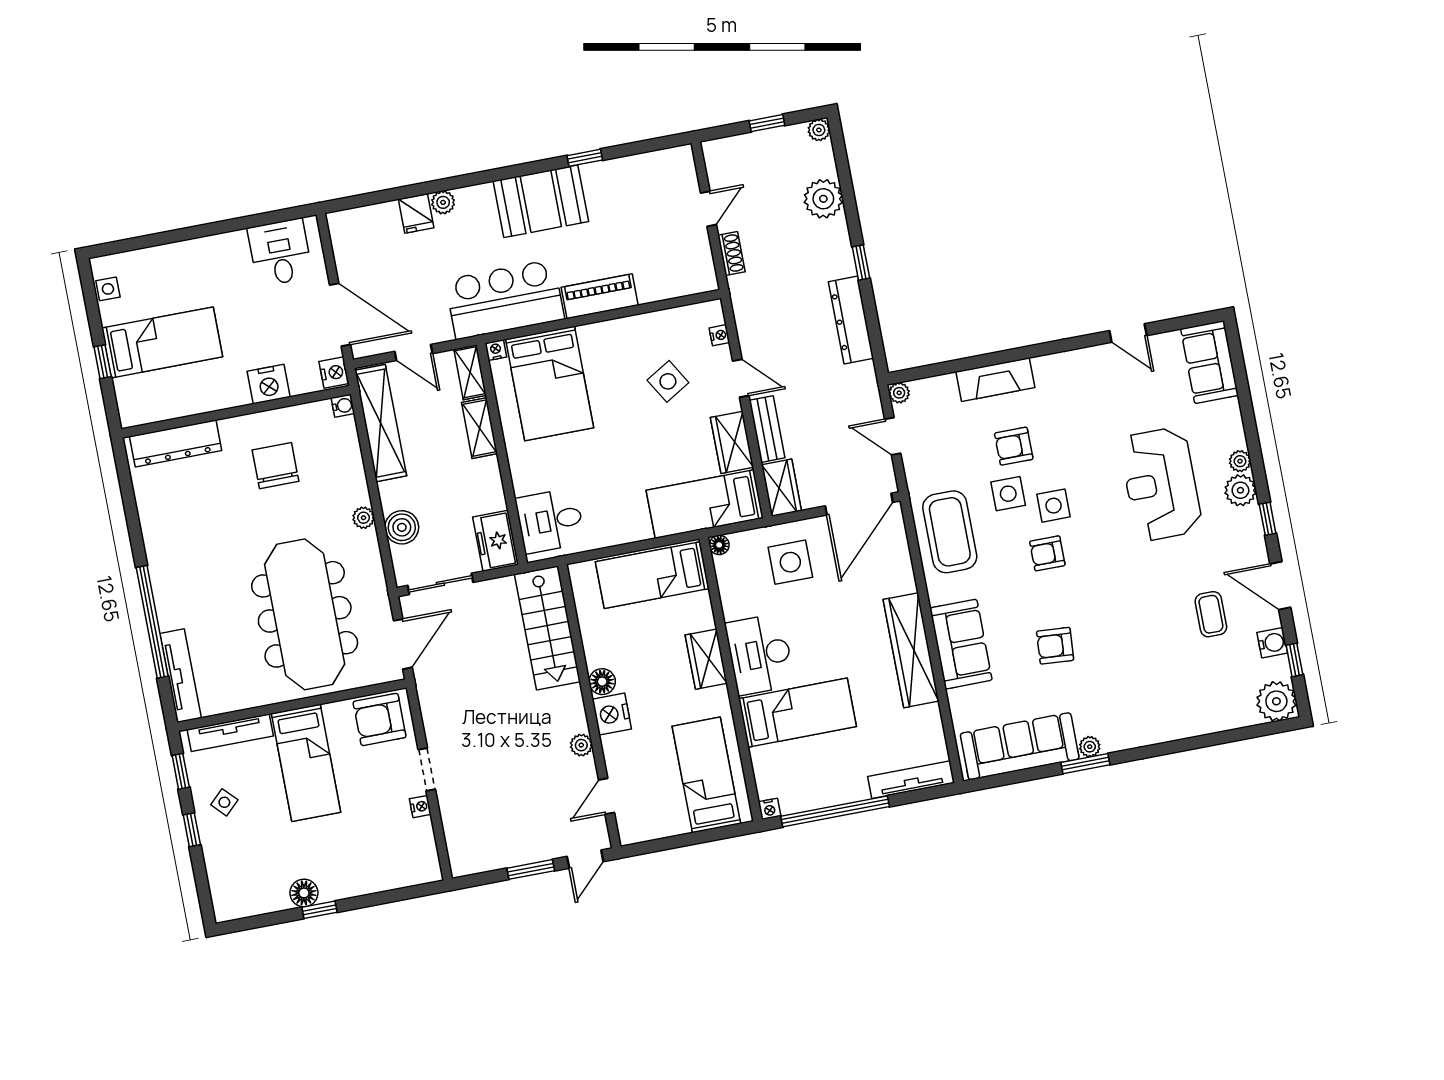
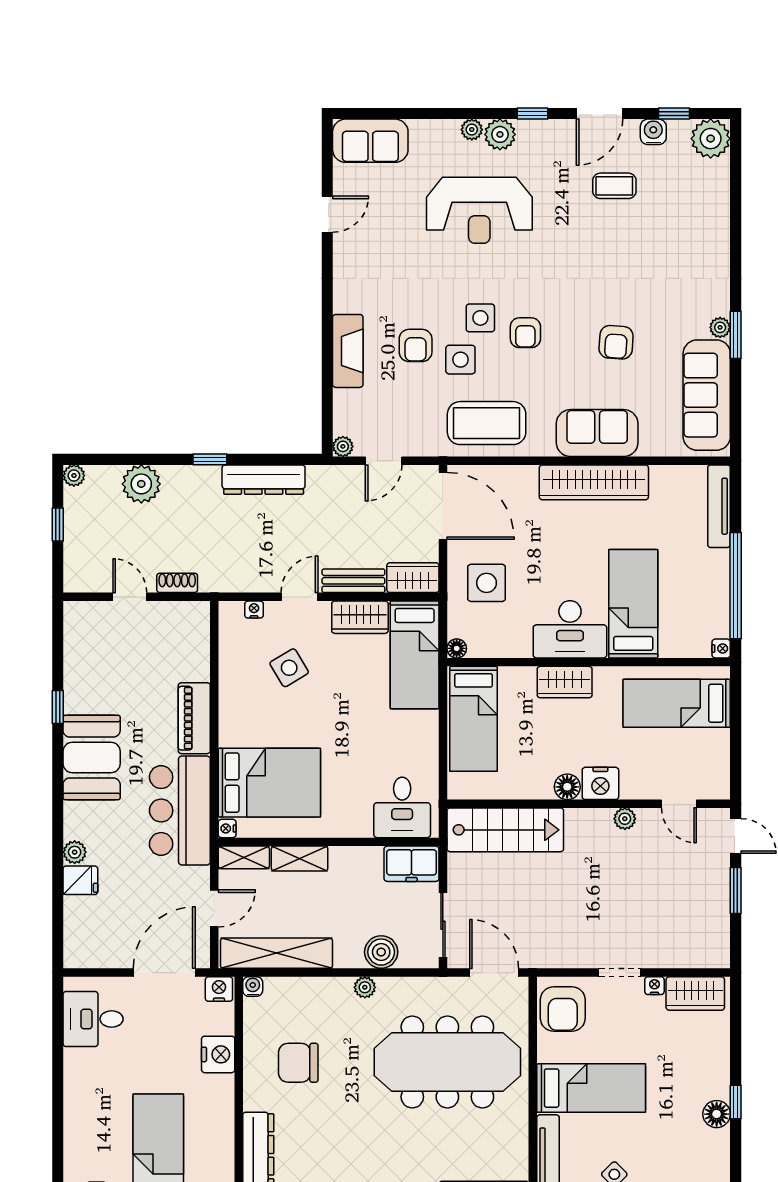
wardrobe: (420, 849) -> (695, 993), added

